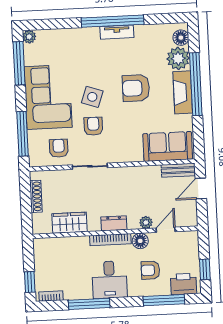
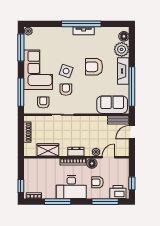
window: (196, 84) -> (132, 87), moved
desk: (109, 280) -> (71, 187), width x1.37

